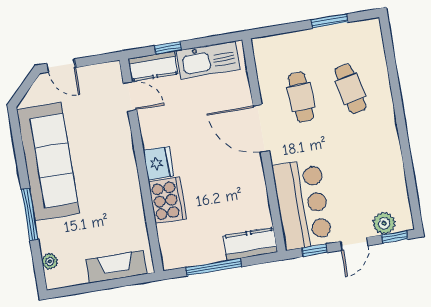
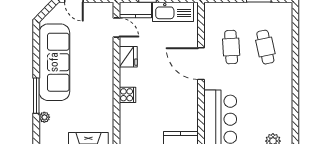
fridge: (158, 163) -> (128, 57), moved
cooker: (167, 200) -> (128, 95), width x0.53, depth x0.76
plant: (50, 261) -> (44, 117), moved

